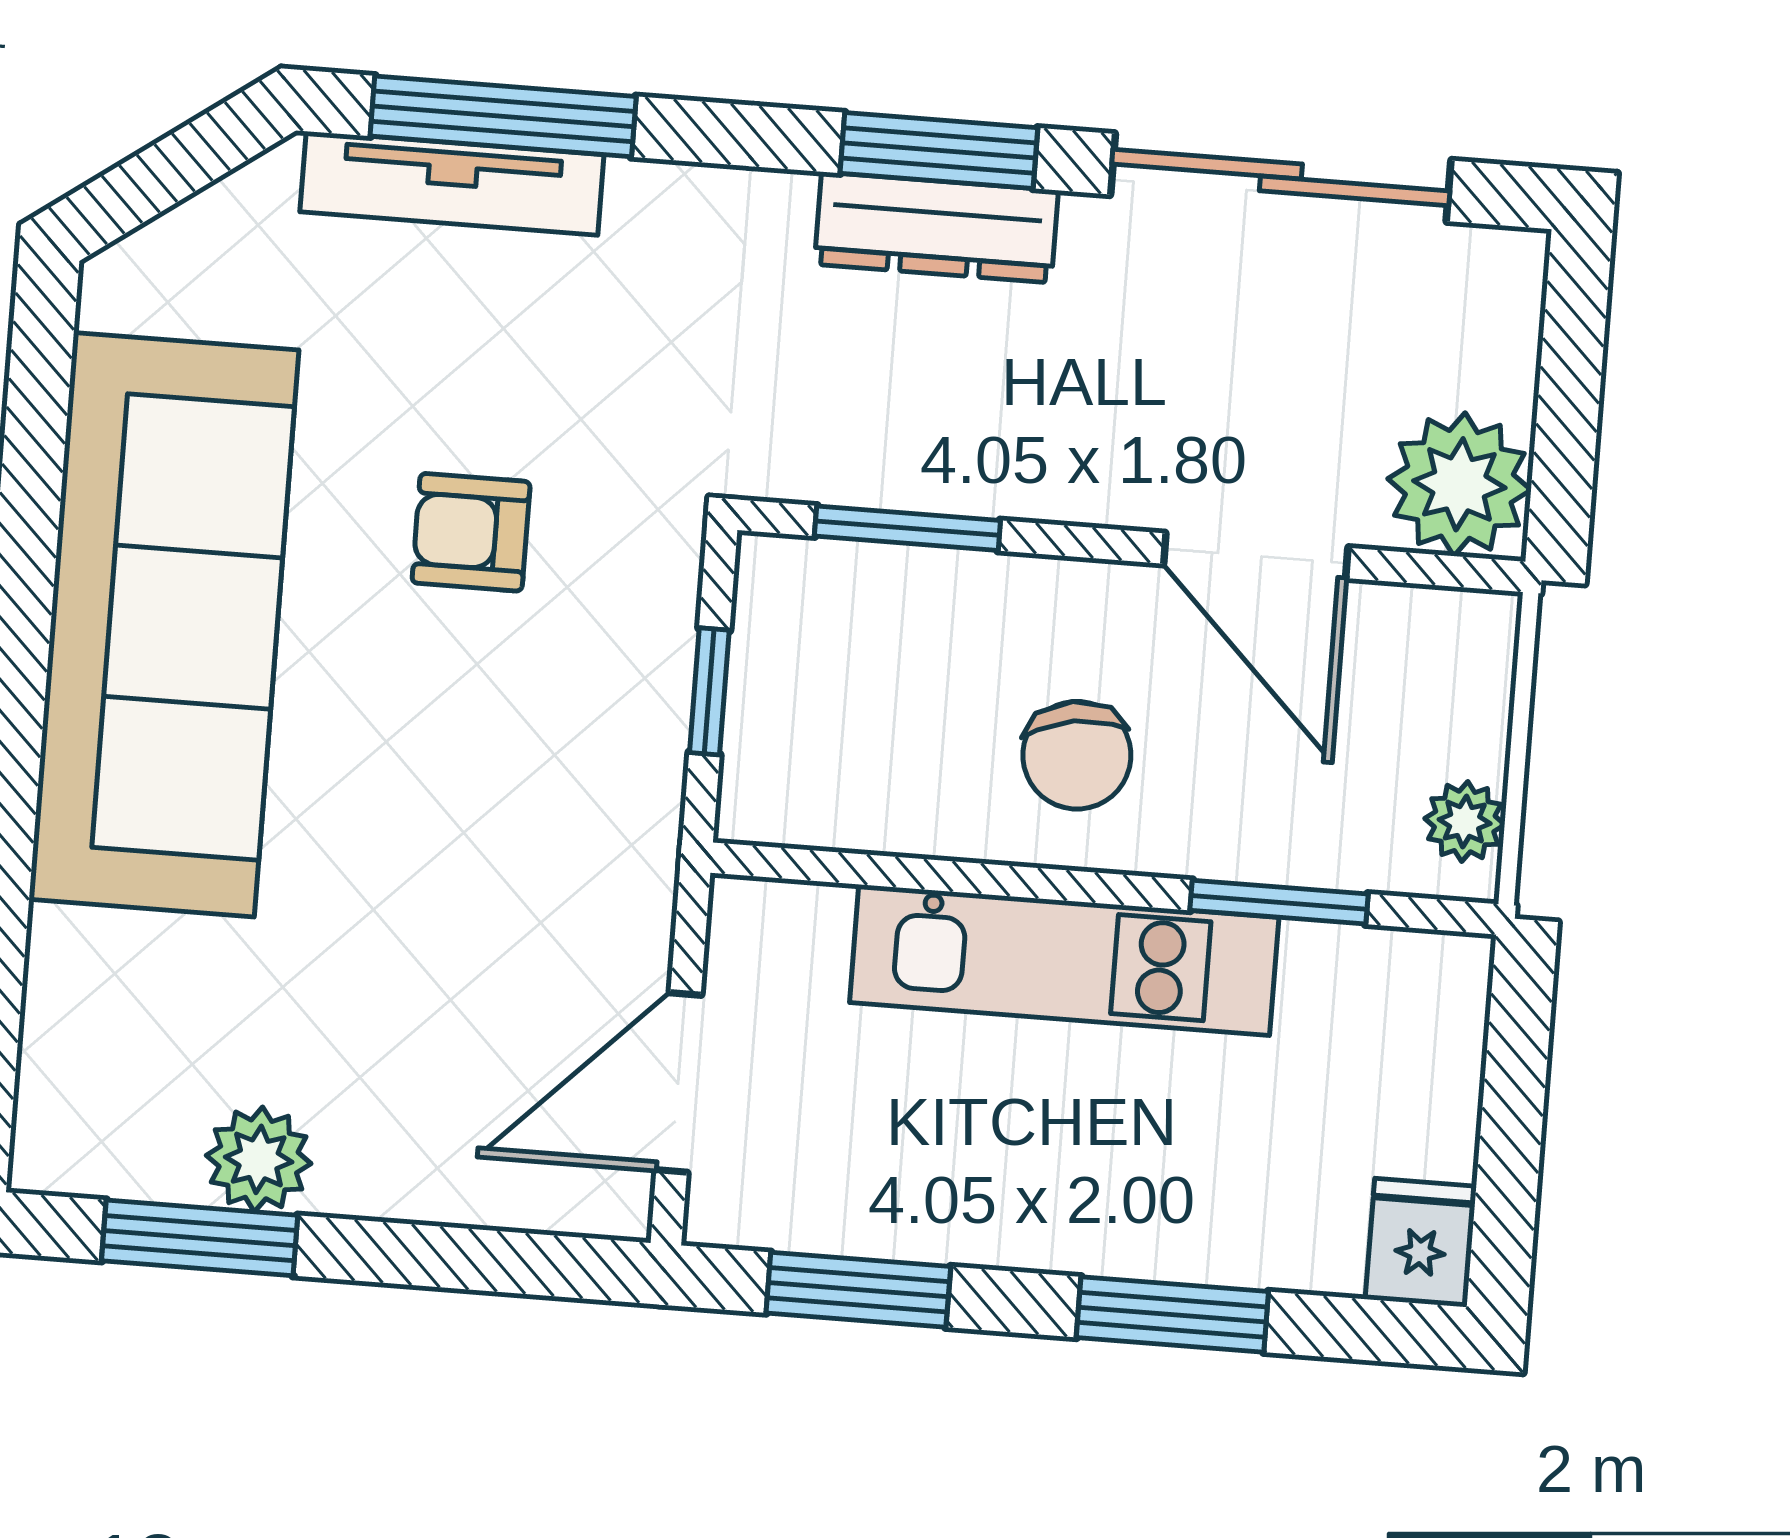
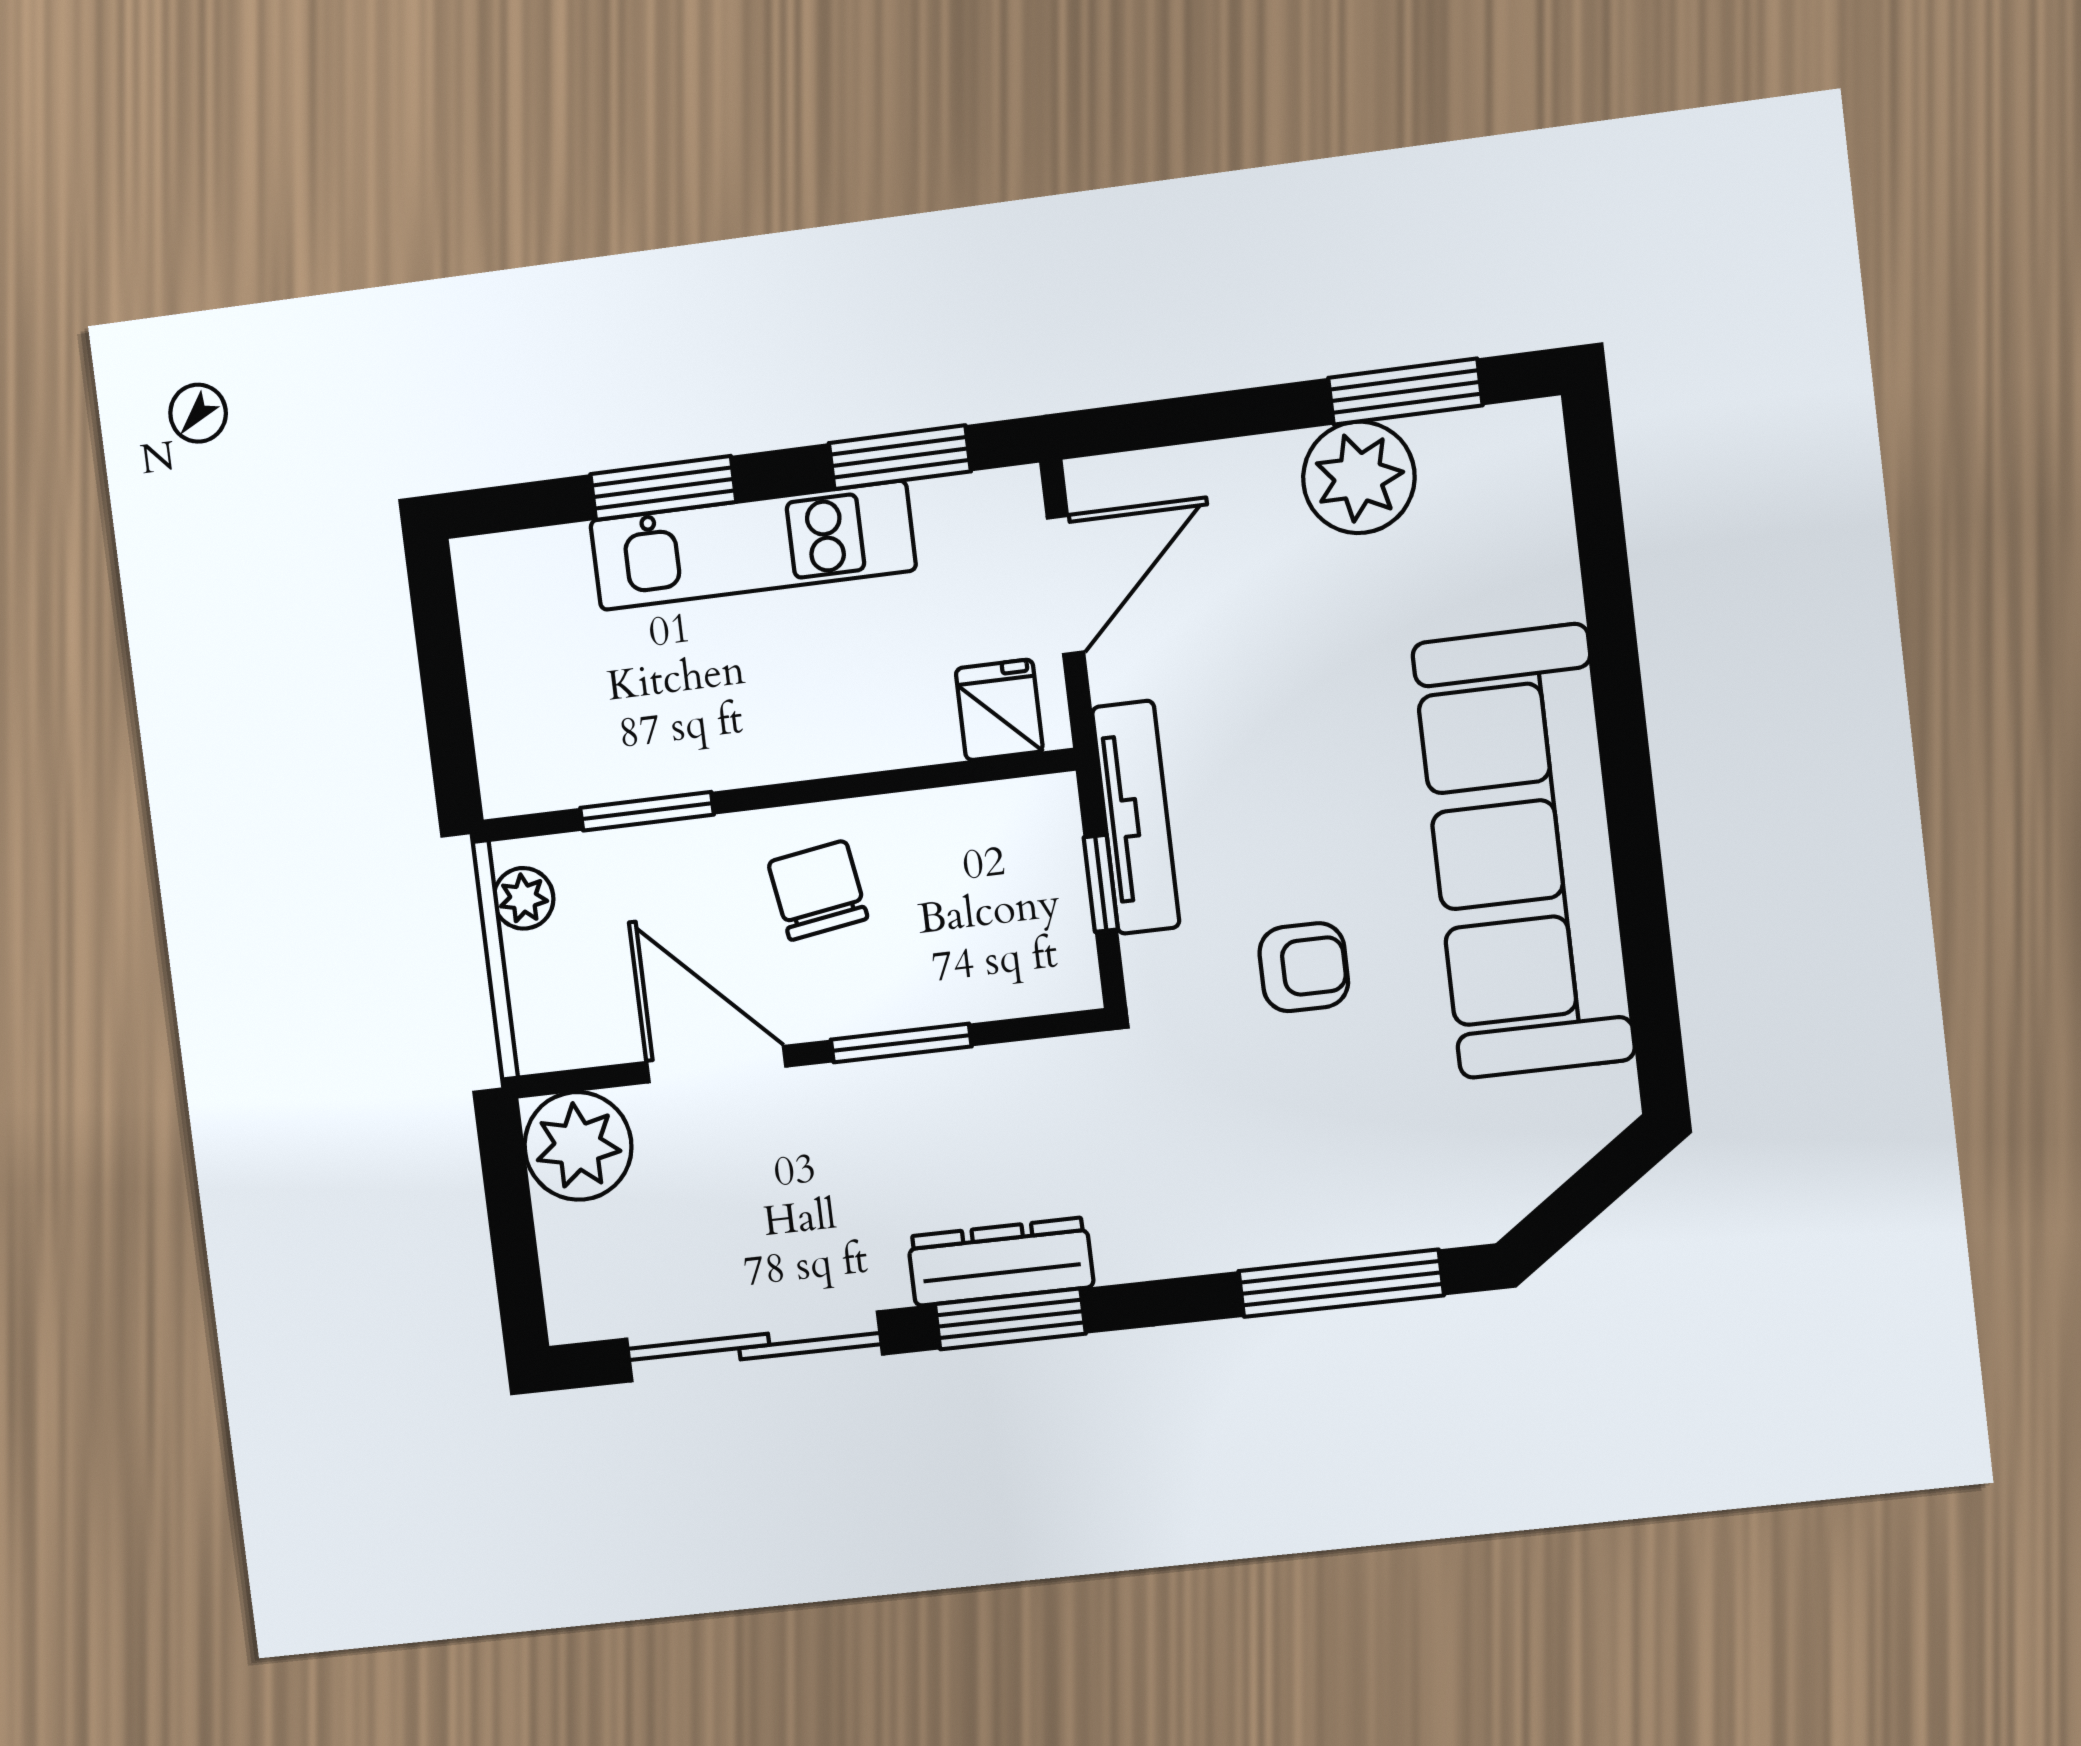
tv unit: (452, 183) -> (1136, 817), moved, turned 90
window: (907, 528) -> (901, 1043), moved
kitchen unit: (1064, 960) -> (753, 545), moved, turned 180
plant: (259, 1159) -> (1359, 477), width x1.36, depth x1.36
fridge: (1421, 1243) -> (999, 710), moved, turned 180

